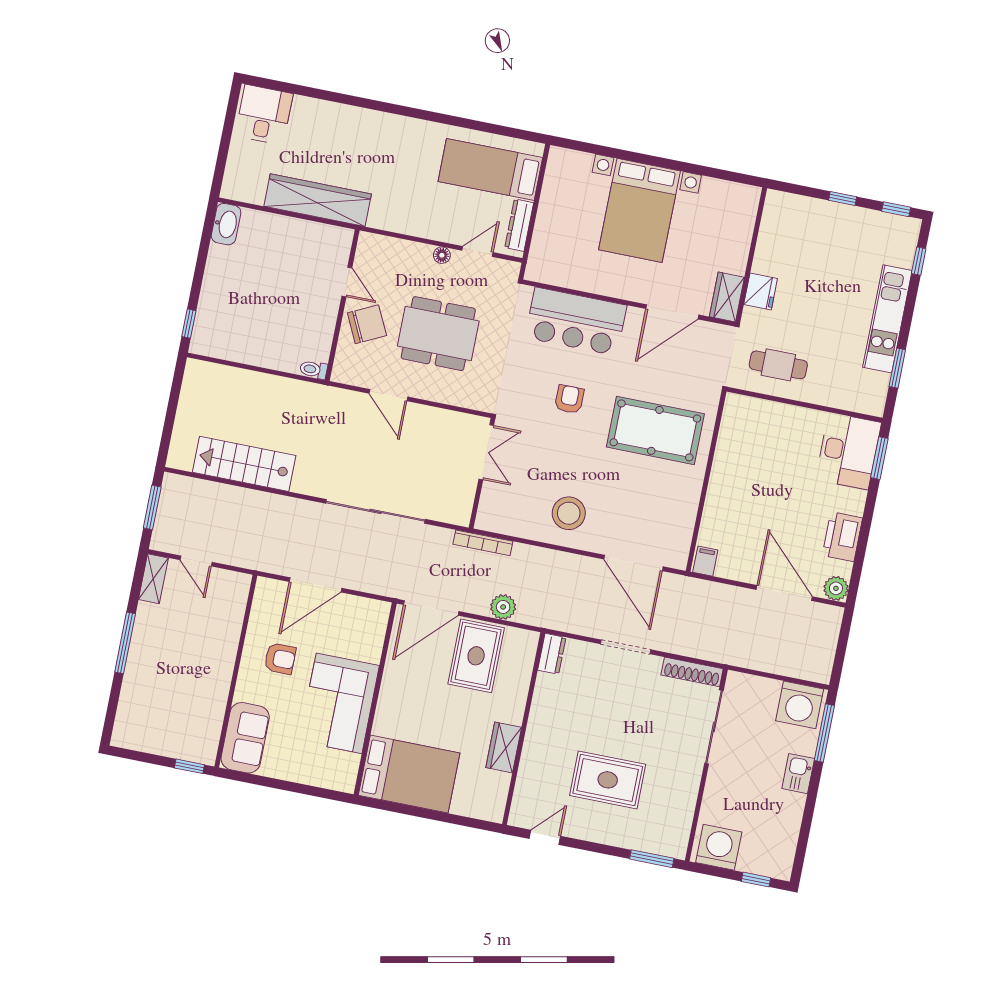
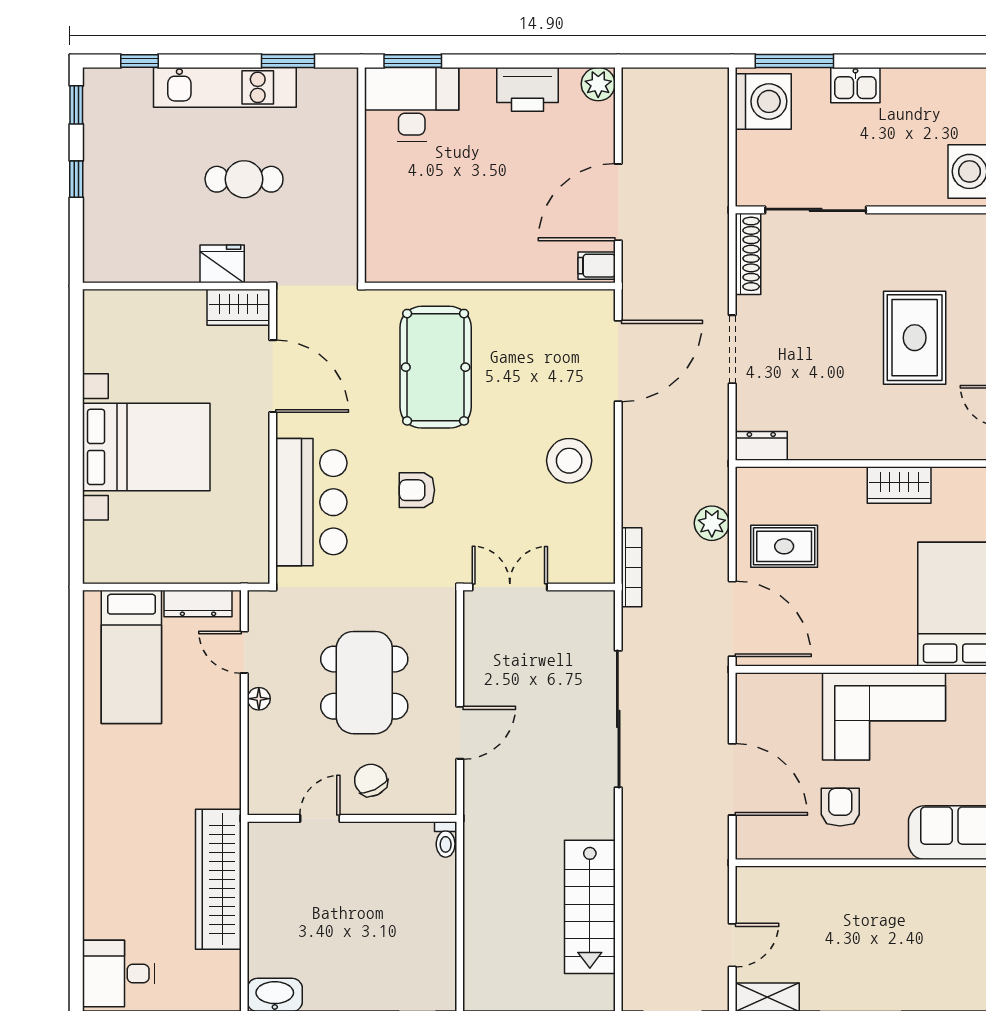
chair: (367, 324) -> (371, 780), width x0.73, depth x0.73
cafe table: (778, 365) -> (244, 179), moved, turned 90
door: (784, 593) -> (618, 202), moved
rug: (476, 656) -> (784, 546), width x0.73, depth x0.70

